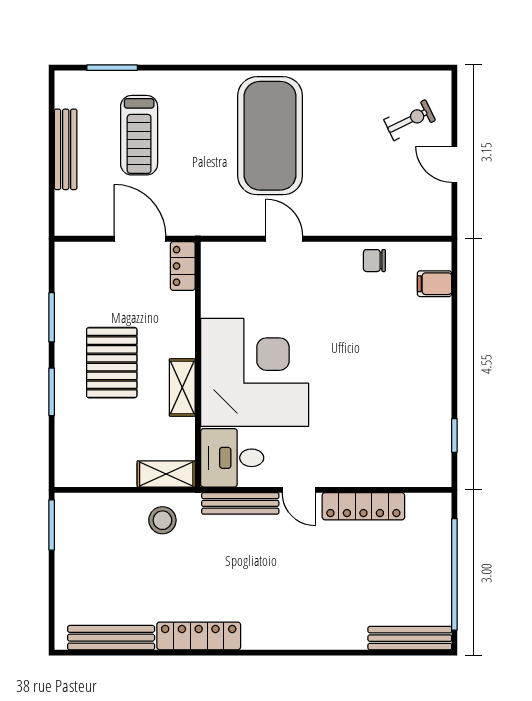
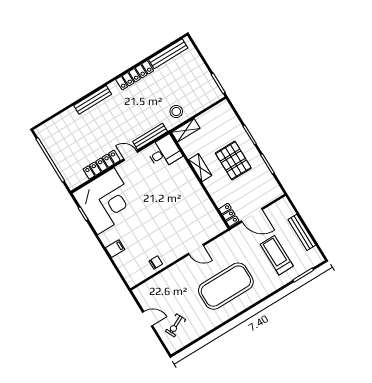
exercise mat: (270, 136) -> (226, 286), turned 90
filing cabinet: (435, 284) -> (115, 249), moved
corner desk: (255, 372) -> (106, 201), moved, turned -90
bench: (410, 638) -> (93, 100), moved

